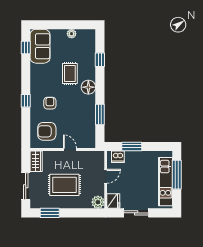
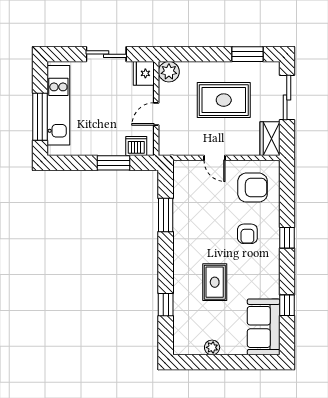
window: (26, 48) -> (287, 305), moved
floor lamp: (88, 87) -> (184, 260), removed

